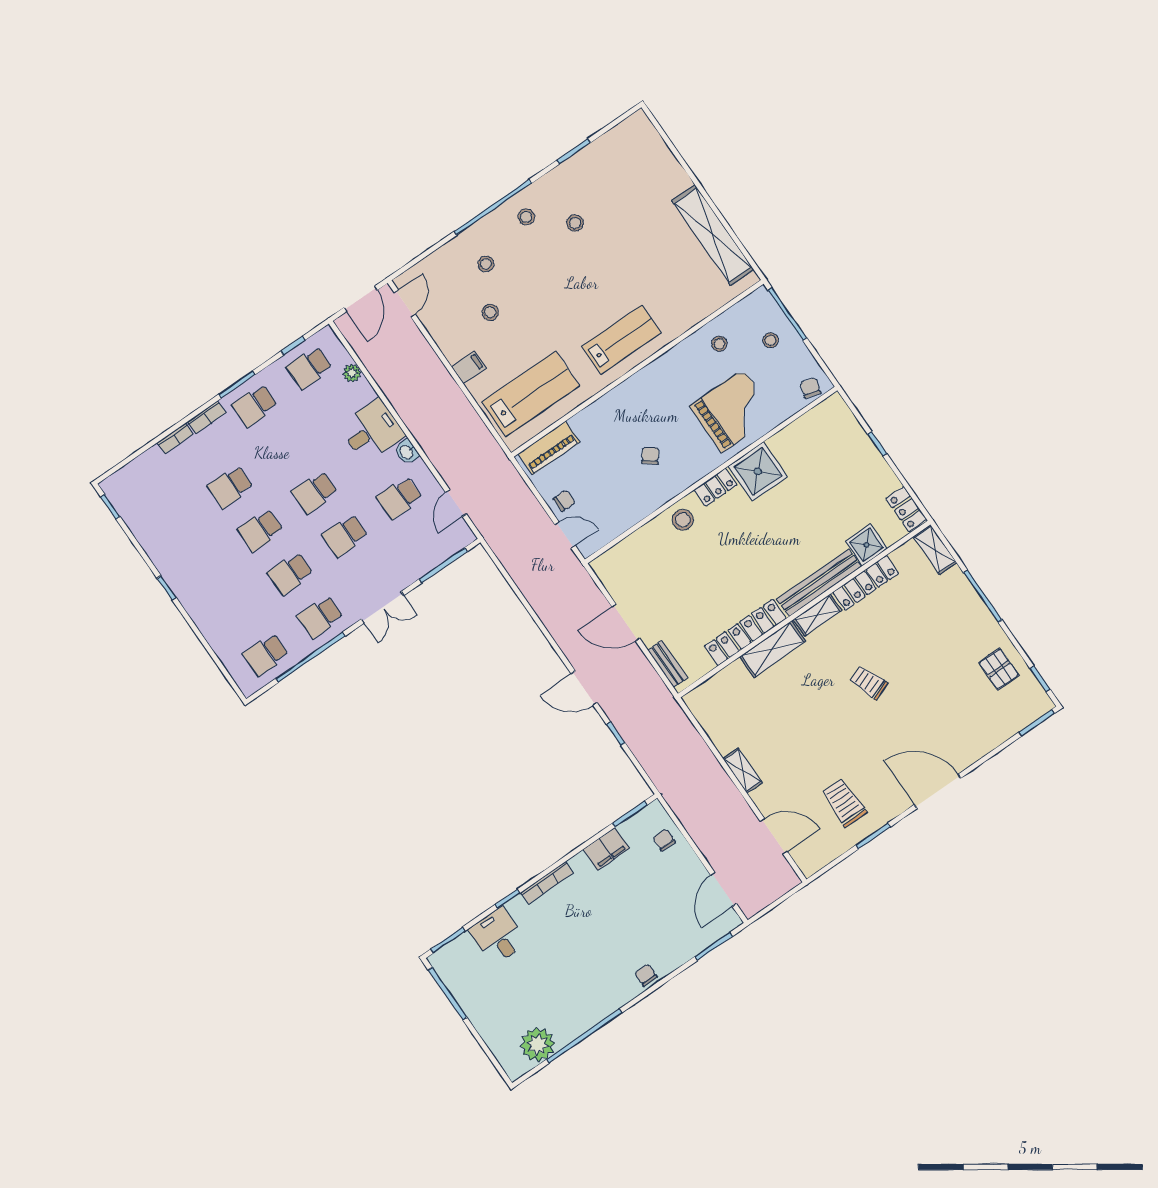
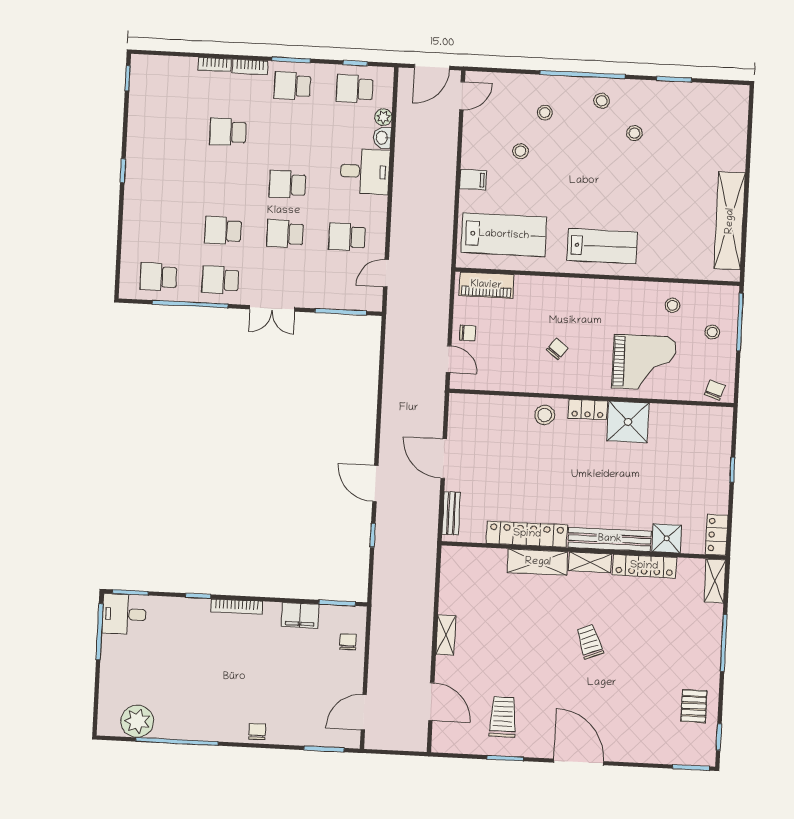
washbasin: (407, 452) -> (382, 138), moved
school desk: (260, 530) -> (225, 181), removed
desk: (498, 936) -> (124, 614), moved, turned -90

